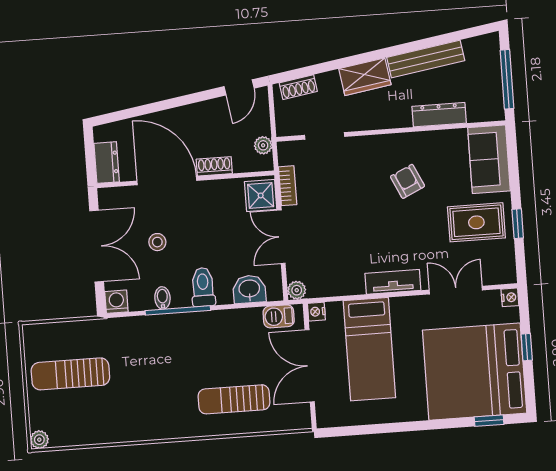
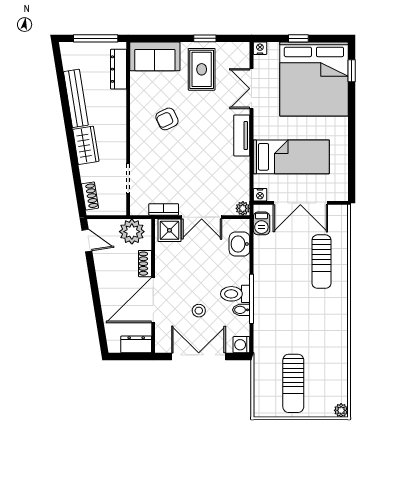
dresser: (439, 115) -> (119, 69), moved
plant: (263, 145) -> (132, 232), width x1.88, depth x1.88
toilet: (203, 287) -> (235, 294), moved

